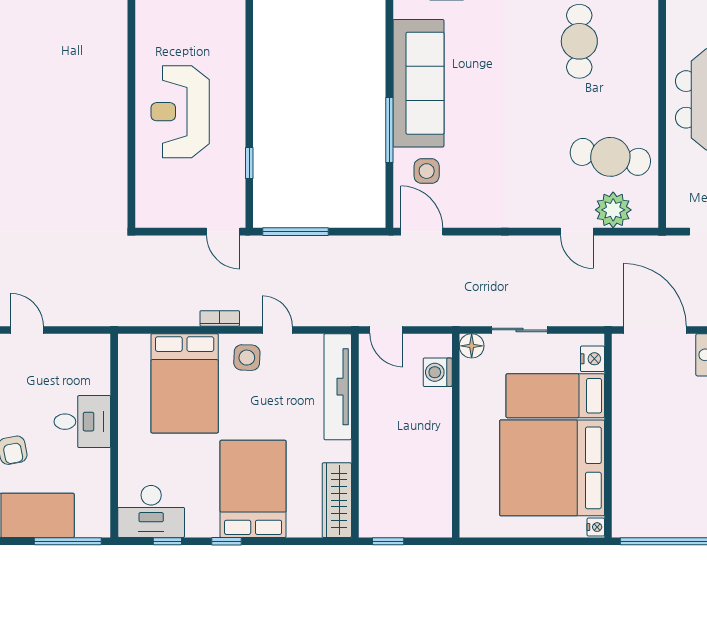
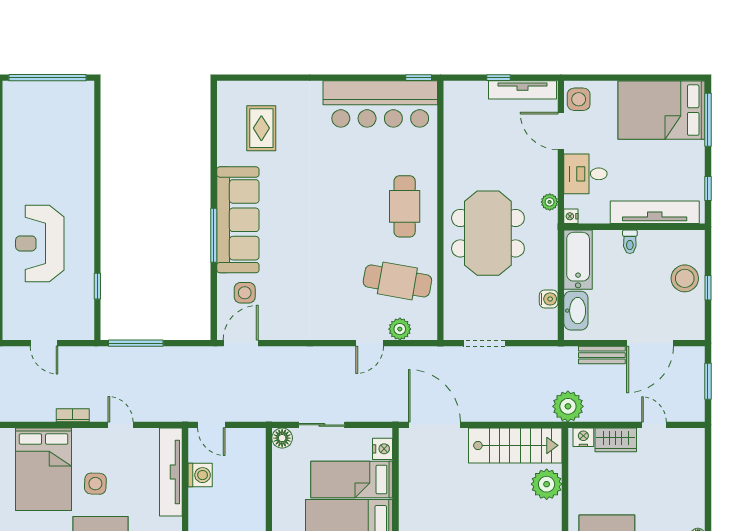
cafe table: (579, 41) -> (405, 206), moved
window: (389, 130) -> (214, 235), moved
plant: (613, 210) -> (400, 329), width x0.73, depth x0.73
door: (223, 232) -> (44, 343), moved
door: (422, 232) -> (241, 343), hinge flipped
door: (577, 232) -> (370, 343), hinge flipped
side table: (247, 358) -> (95, 484), moved
washing machine: (438, 372) -> (200, 475), moved, turned 180

